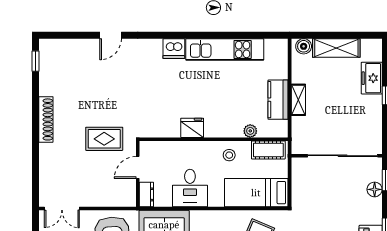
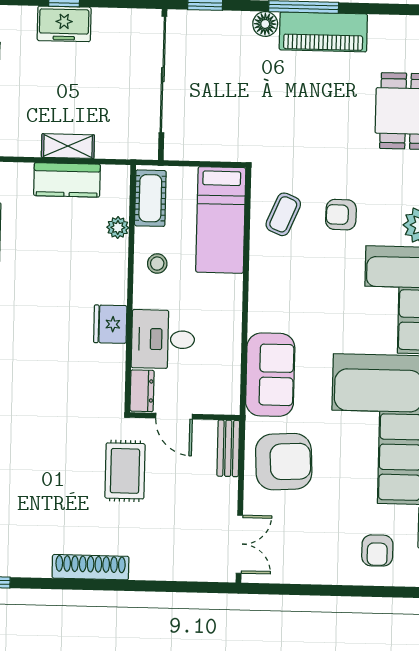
freezer: (372, 78) -> (64, 24), moved
desk: (190, 188) -> (163, 339), moved, turned 180
floor lamp: (375, 189) -> (265, 24), moved
dresser: (146, 194) -> (142, 391), moved, turned 90
bench: (119, 200) -> (228, 448), added

